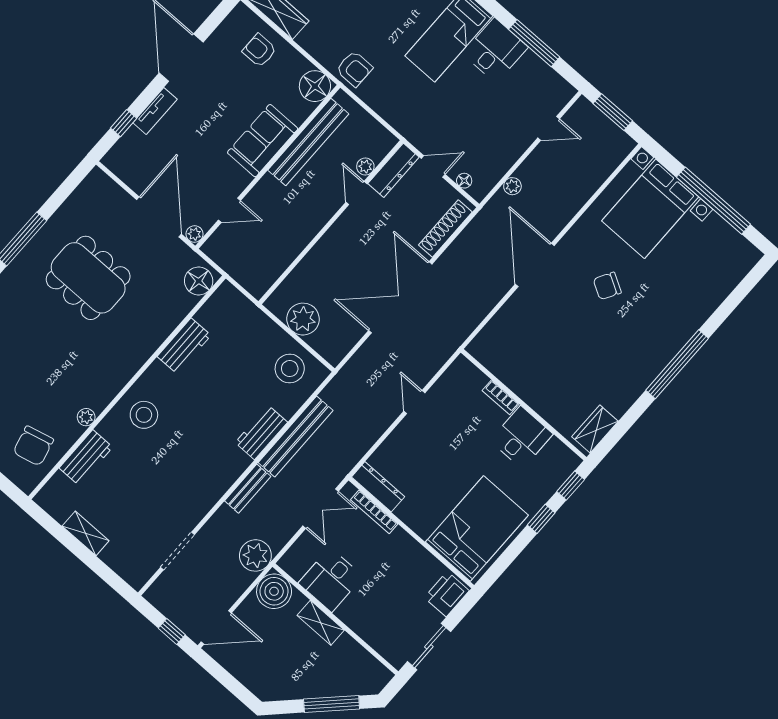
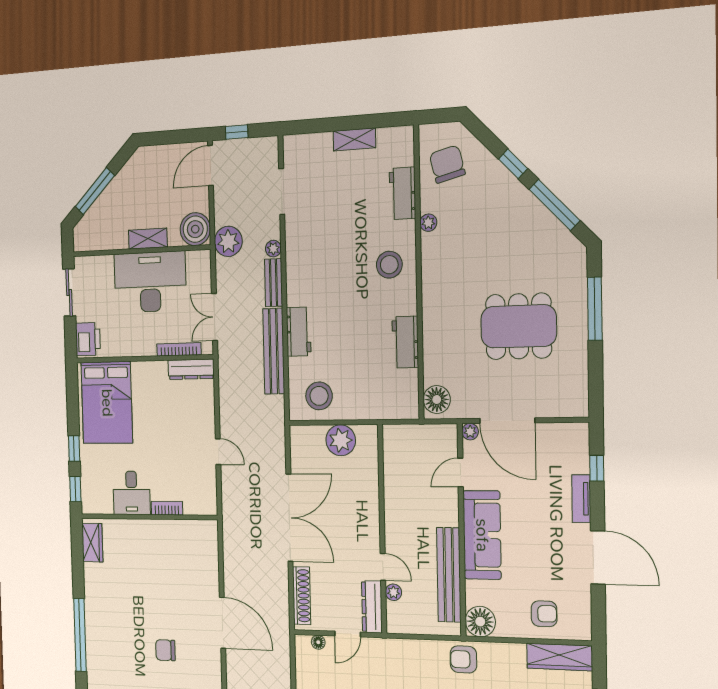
sofa: (263, 141) -> (482, 535), width x1.36
plant: (512, 186) -> (273, 249), moved
chair: (607, 286) -> (165, 650), turned -120
desk: (331, 580) -> (150, 282), width x1.87, depth x1.30

